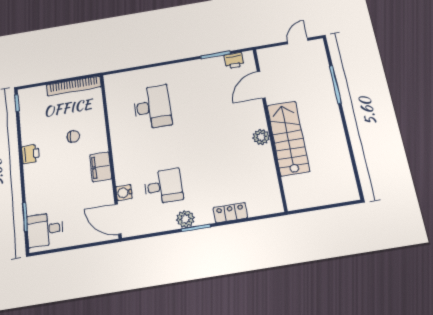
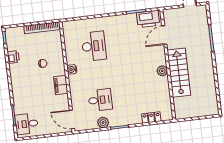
printer: (234, 61) -> (148, 19), width x1.87, depth x1.48
printer: (30, 154) -> (13, 57), moved
water cooler: (124, 193) -> (72, 69), moved
locker: (230, 213) -> (151, 117), moved
plant: (185, 219) -> (103, 123), moved

